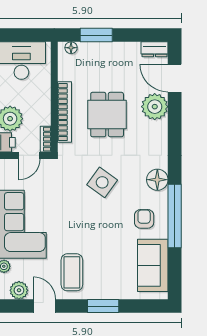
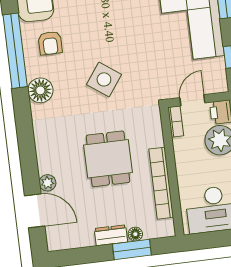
floor lamp: (71, 48) -> (135, 234), moved
dresser: (155, 49) -> (111, 235), moved
plant: (155, 107) -> (48, 183), width x0.53, depth x0.53
bookcase: (64, 112) -> (161, 183), moved

